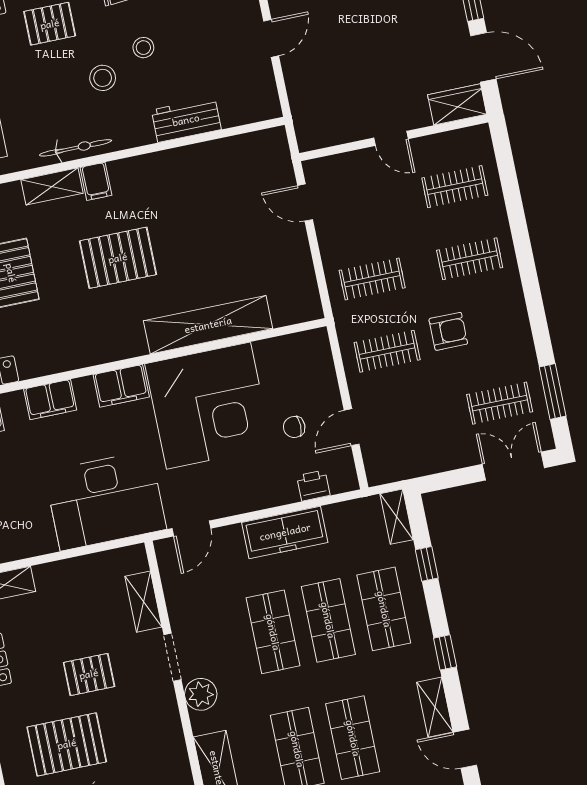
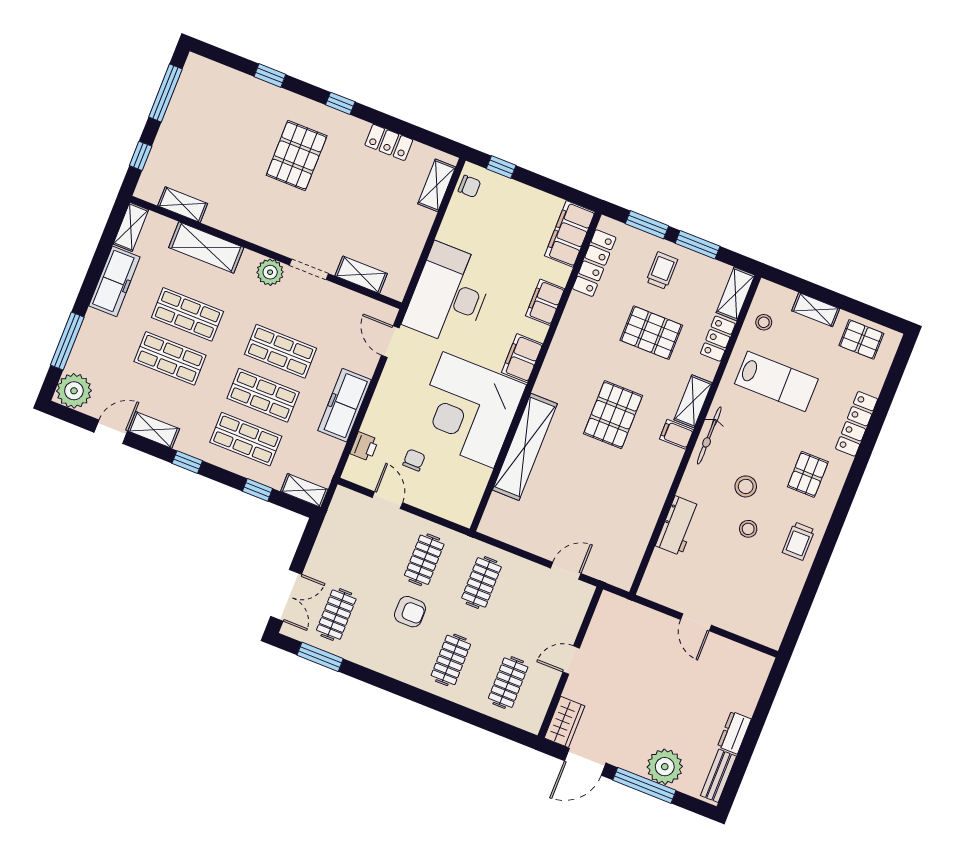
armchair: (448, 331) -> (410, 612), turned -90
pallet: (89, 674) -> (335, 203), removed

